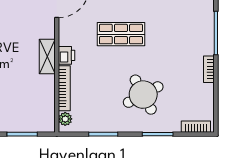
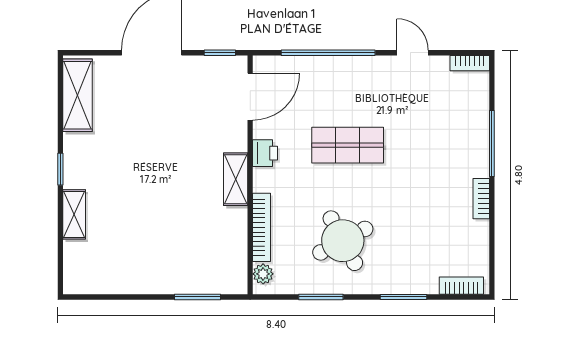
printer: (67, 55) -> (265, 153), moved
round table: (143, 95) -> (343, 241), moved

